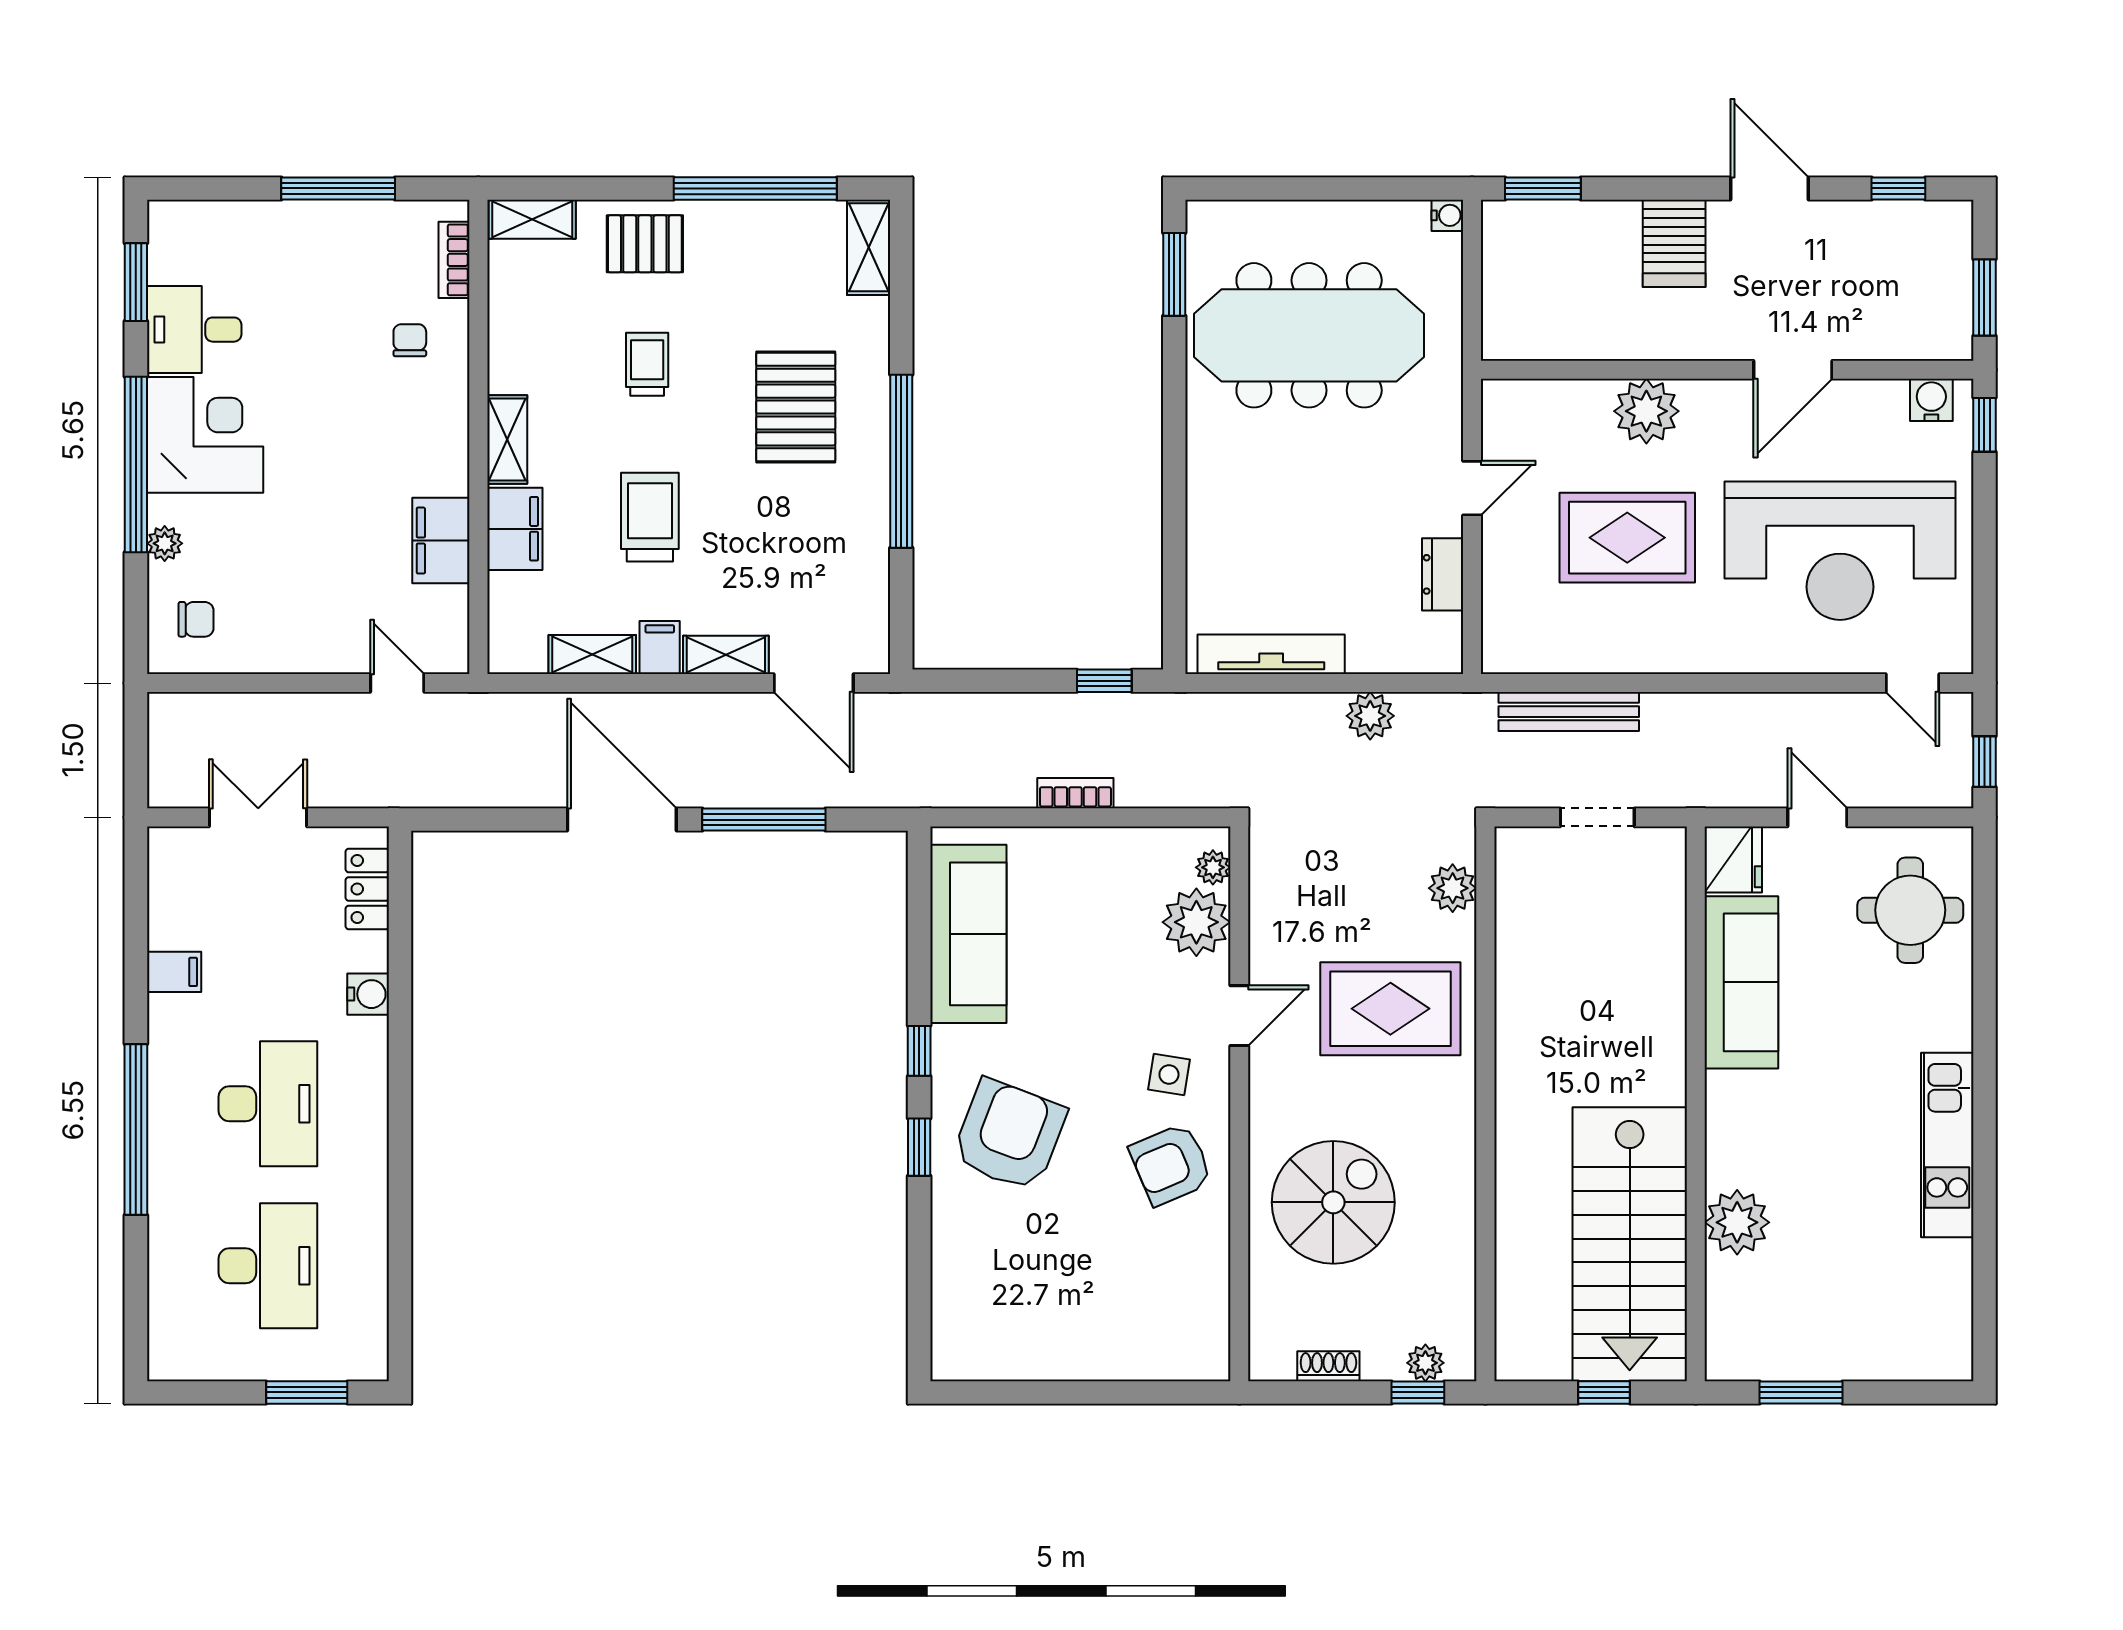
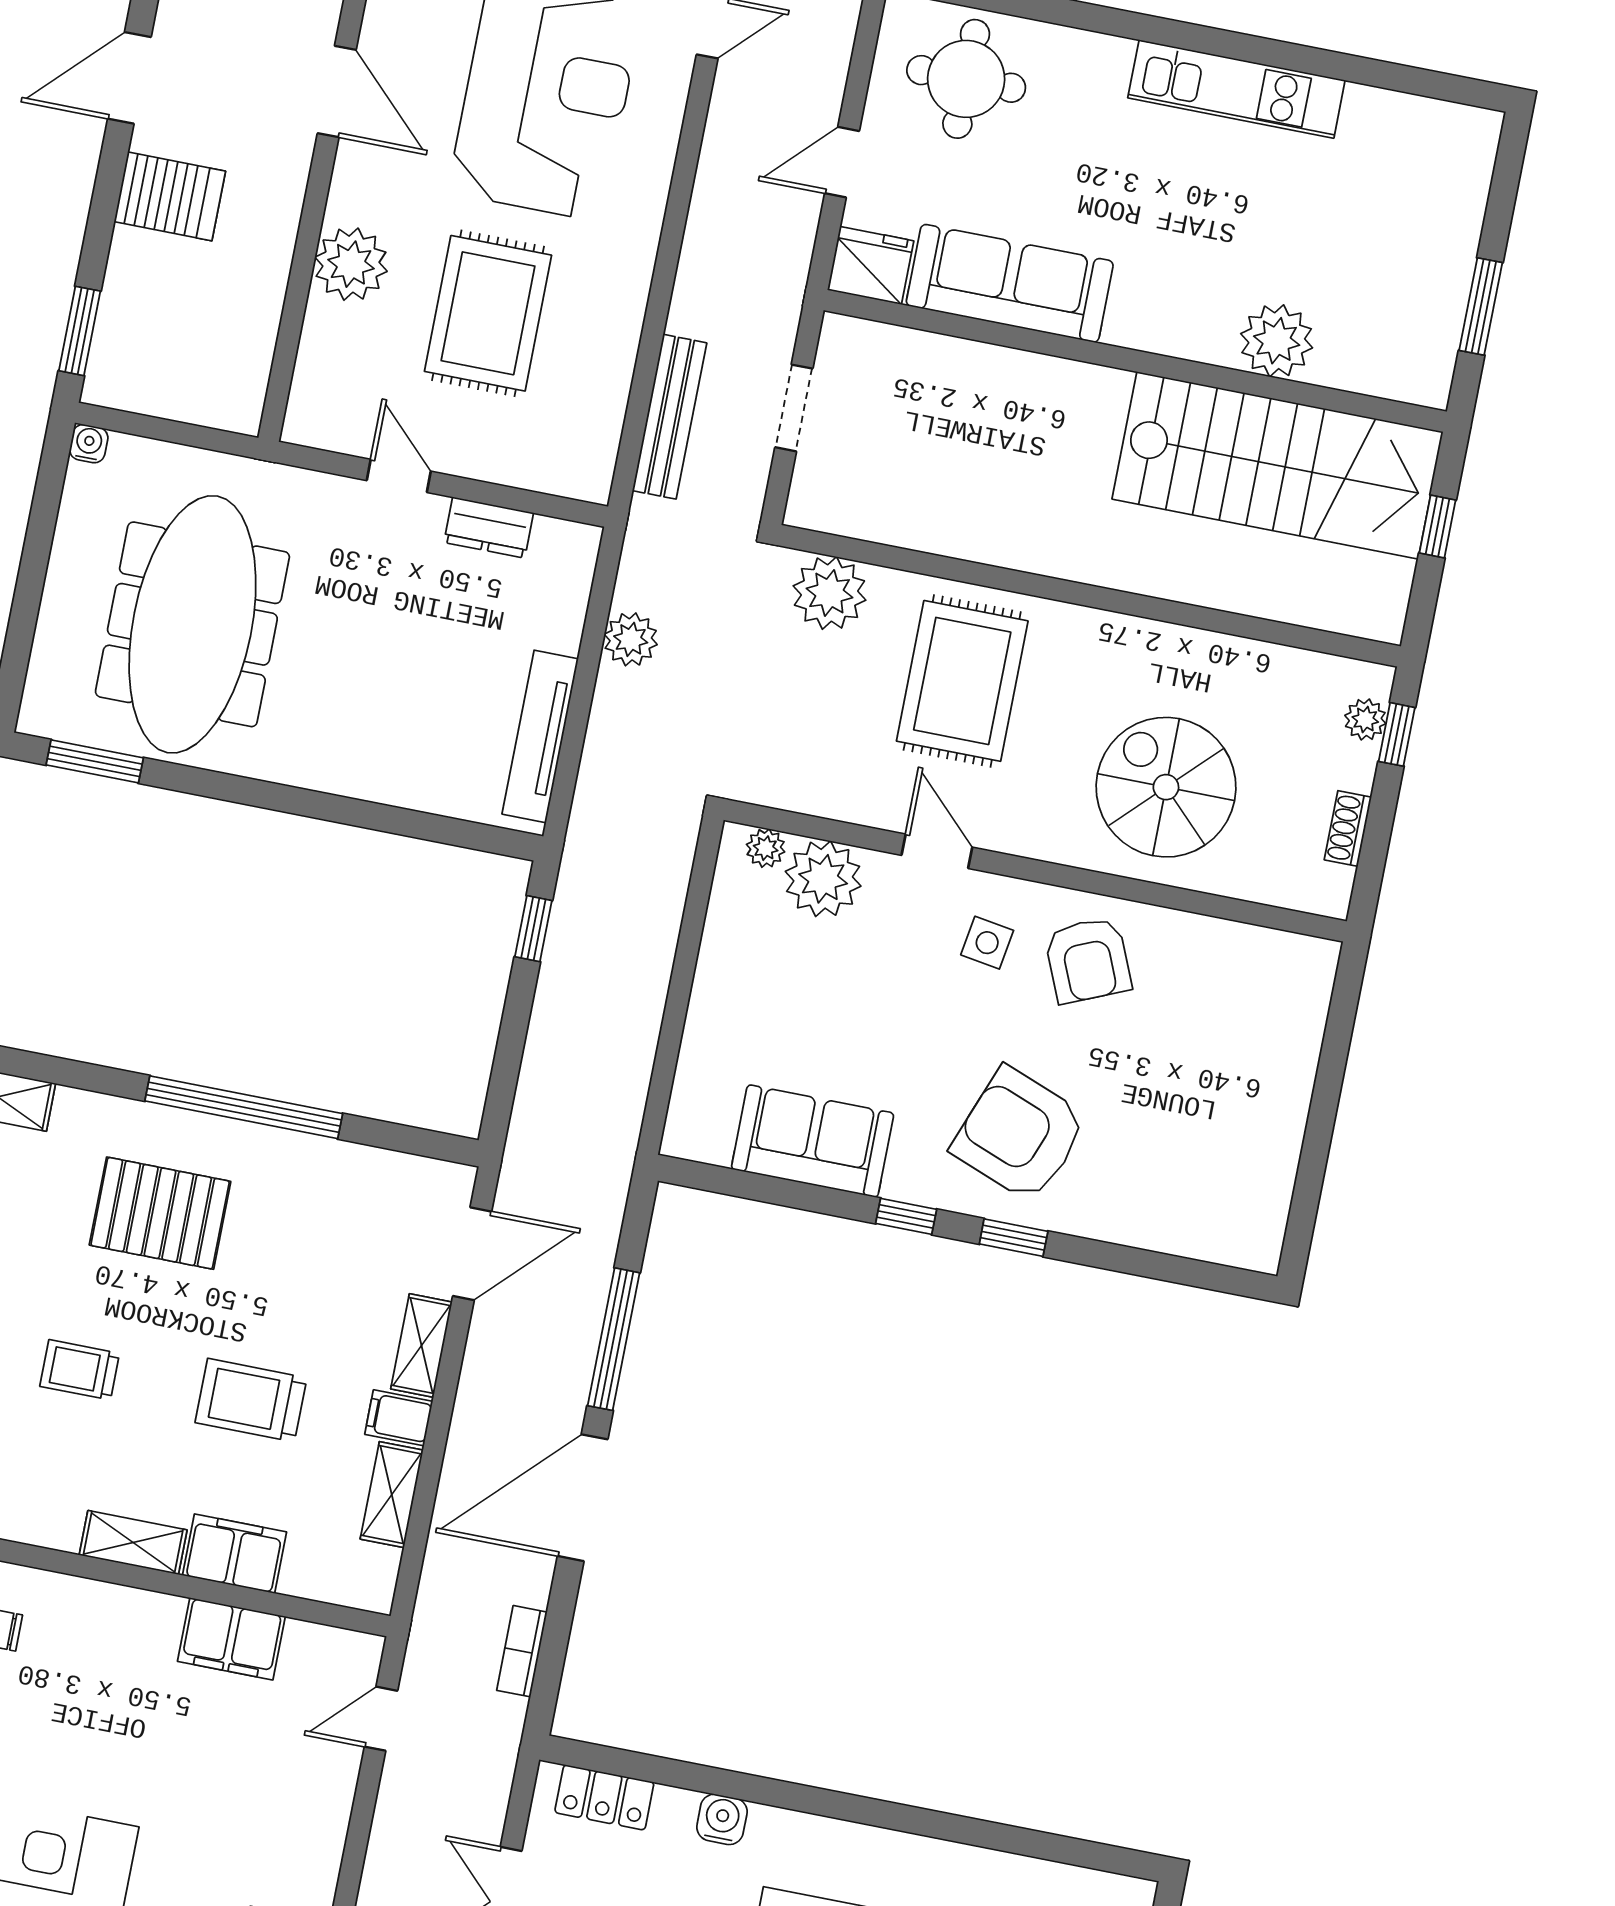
bookcase: (1075, 793) -> (522, 1651), moved
plant: (1453, 888) -> (829, 593), width x1.36, depth x1.36
sofa: (968, 934) -> (813, 1141), width x0.73

